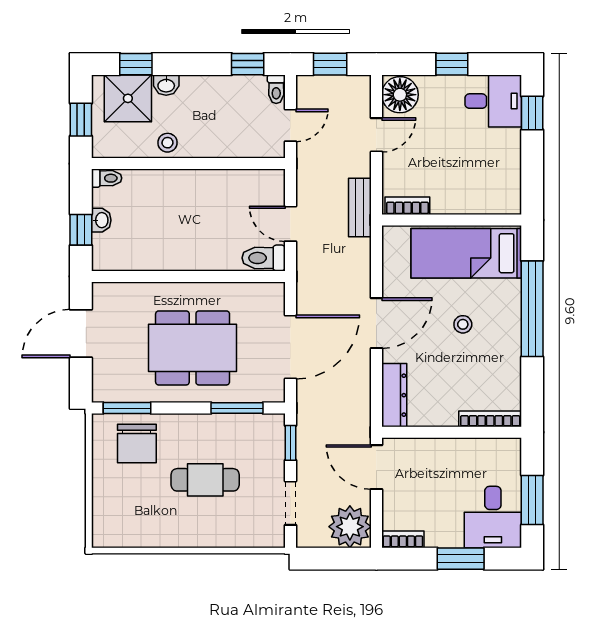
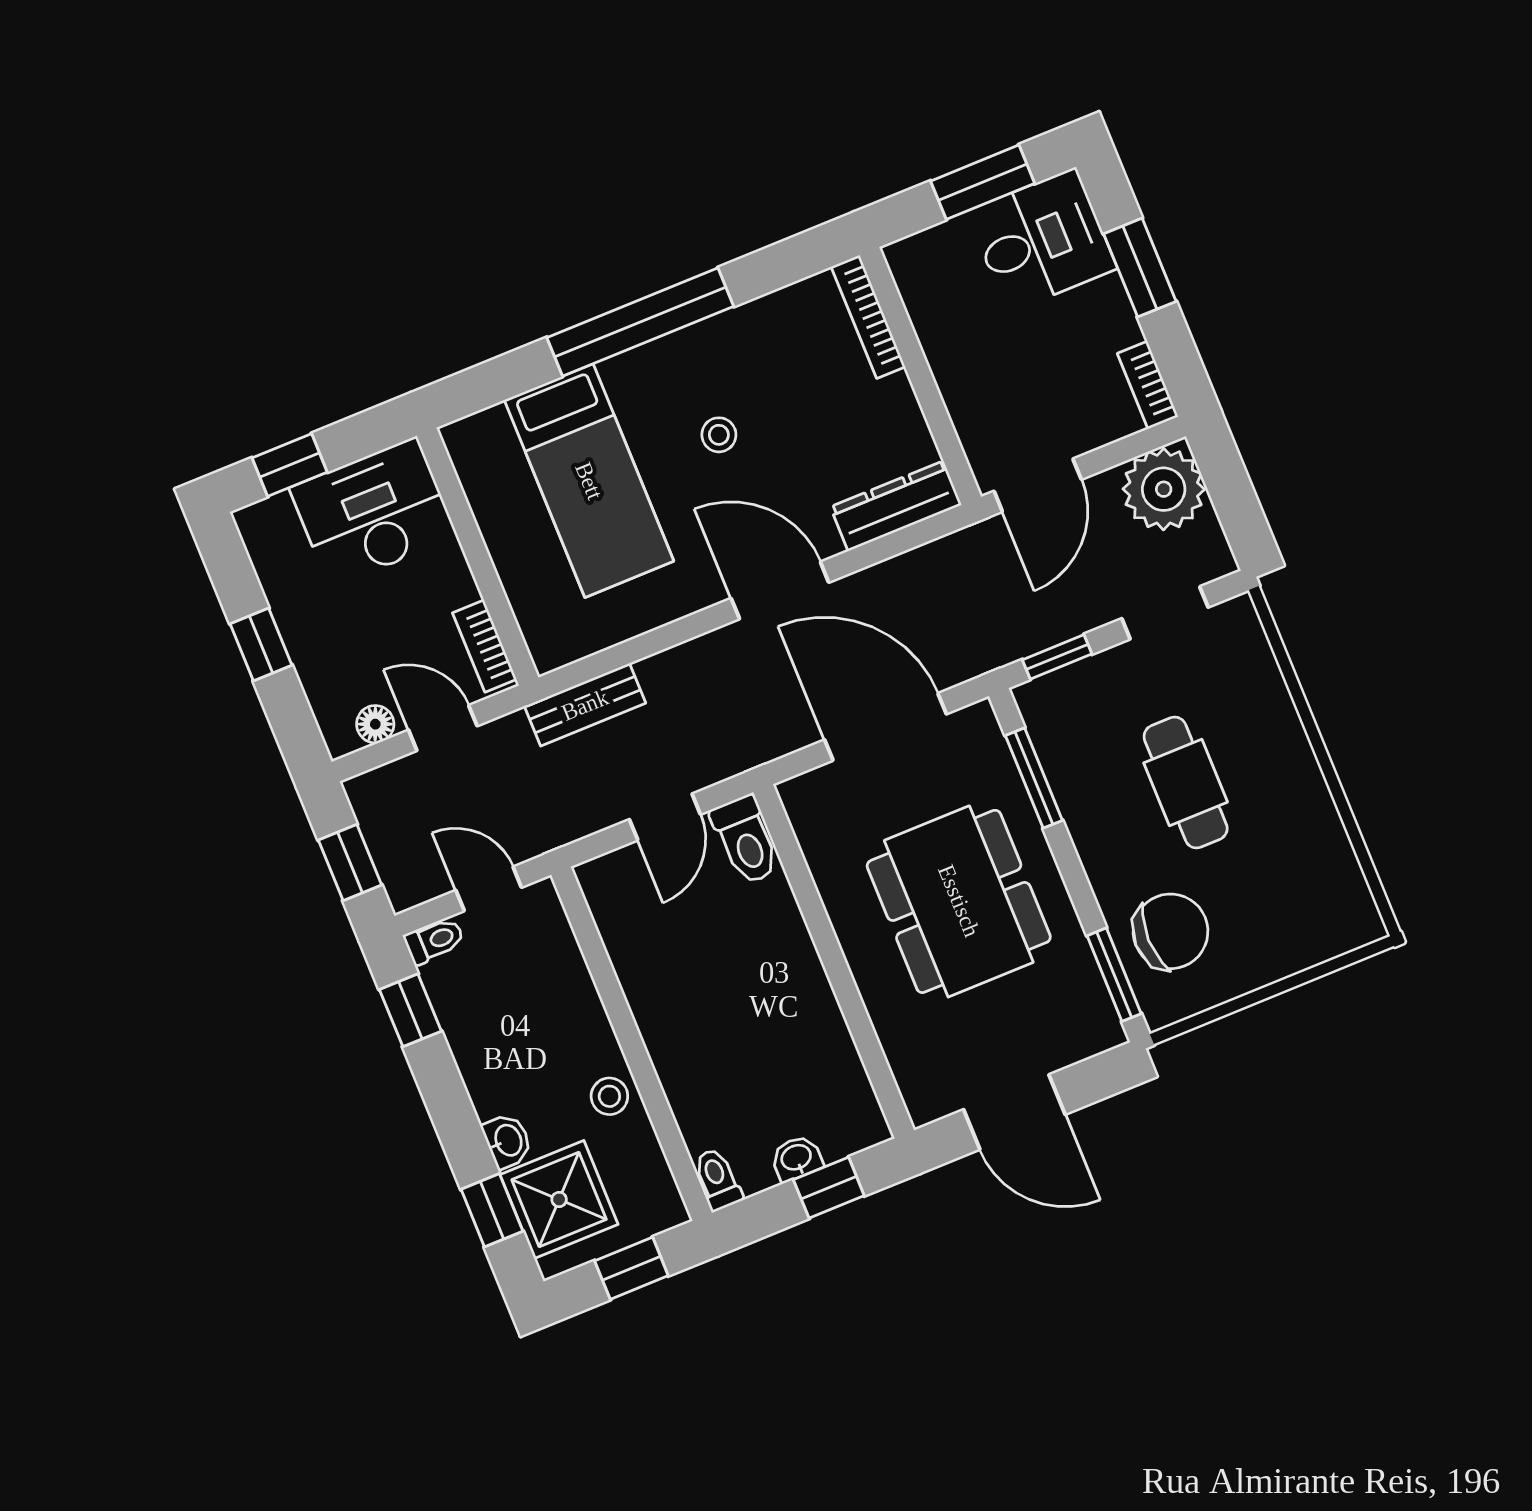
floor lamp: (400, 95) -> (375, 724), width x0.53, depth x0.53
desk: (493, 101) -> (373, 512), moved, width x1.37
bookcase: (407, 206) -> (484, 646), moved
wall: (452, 220) -> (478, 557), moved

